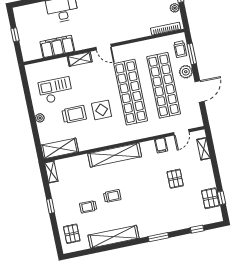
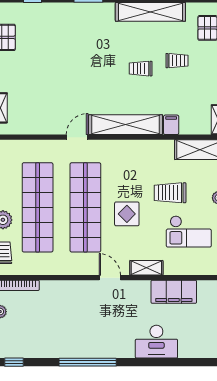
display table: (102, 110) -> (127, 214), moved
door: (181, 132) -> (77, 137), moved
filing cabinet: (161, 145) -> (171, 125), moved
pallet: (175, 179) -> (48, 75), removed

